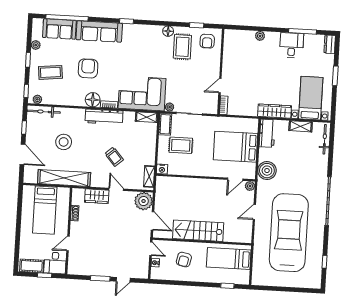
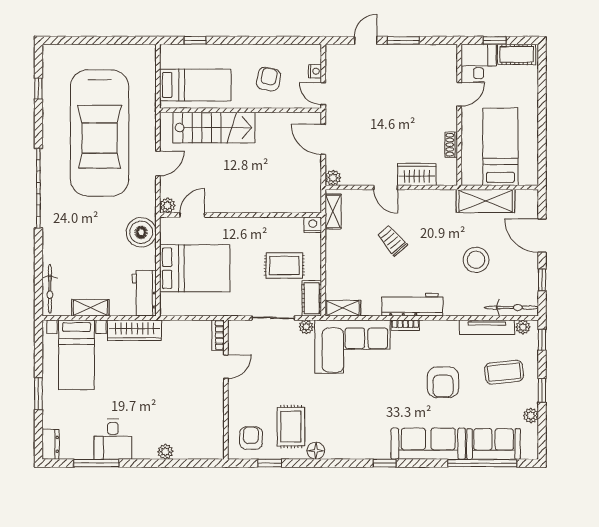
tv unit: (59, 100) -> (487, 327), added
floor lamp: (93, 100) -> (432, 332), removed
shelving: (64, 178) -> (485, 201), width x0.68
plant: (144, 201) -> (333, 178), width x0.53, depth x0.53
stairs: (198, 231) -> (214, 128), moved

